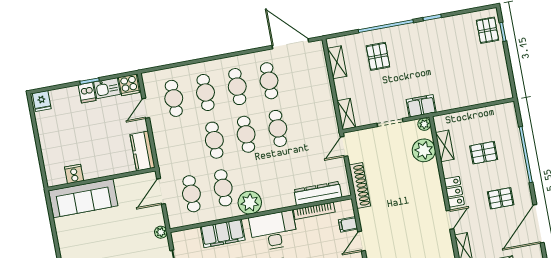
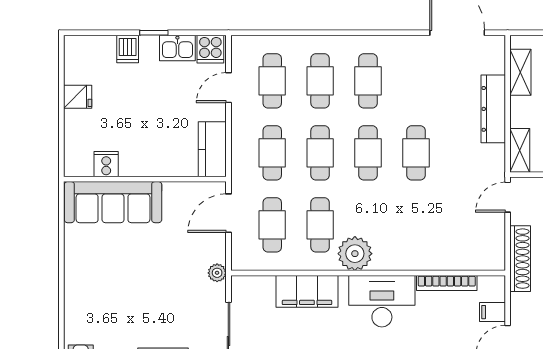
cafe table: (269, 81) -> (272, 153), moved
dishwasher: (87, 93) -> (128, 49), moved
fridge: (42, 101) -> (78, 97), moved, turned -90
dresser: (318, 193) -> (493, 109), moved, turned -90

